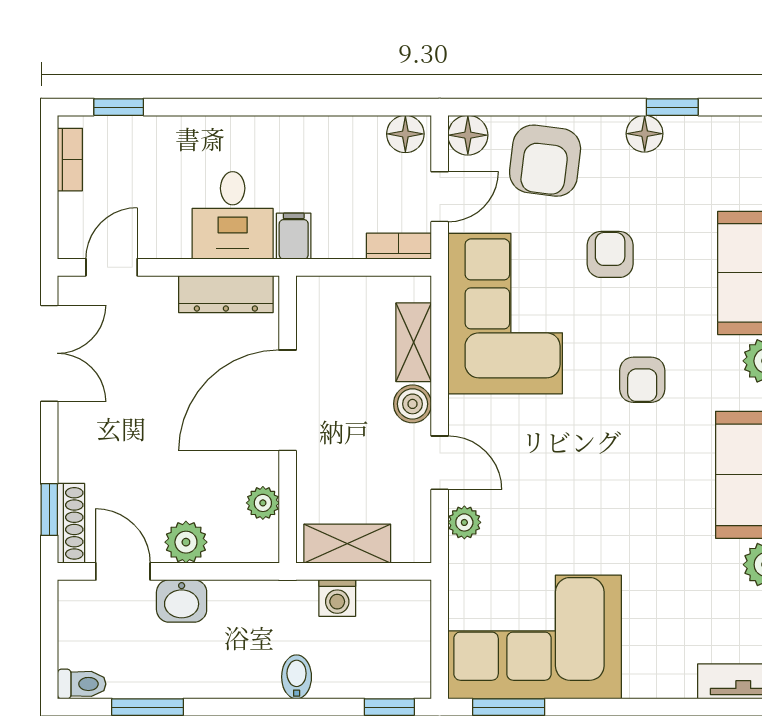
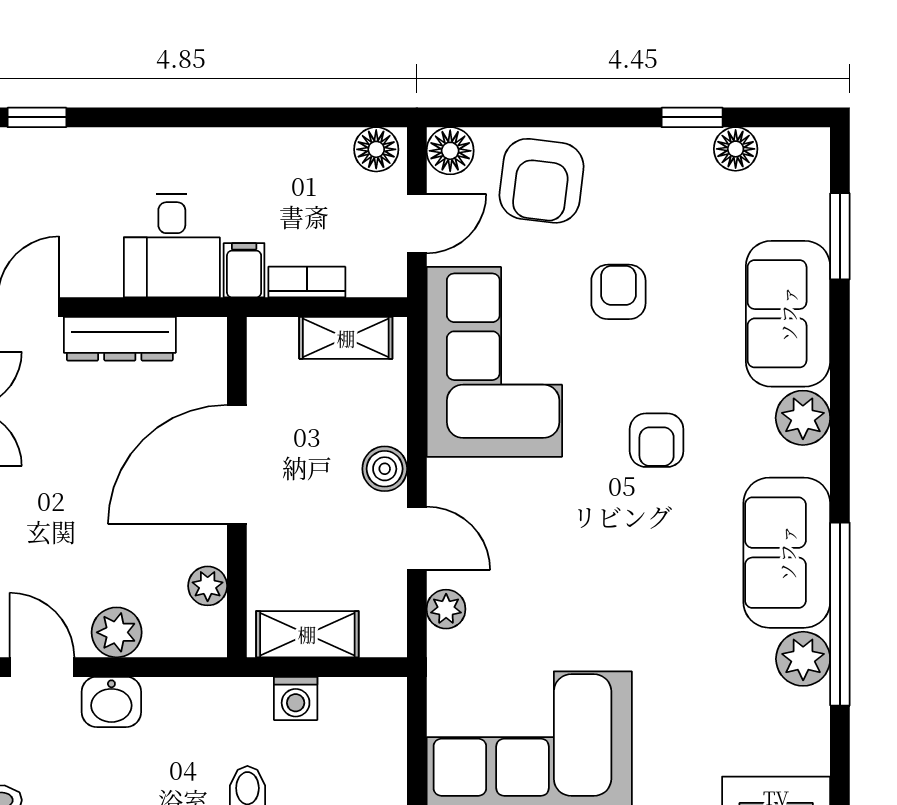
floor lamp: (645, 134) -> (736, 149), moved
bookcase: (399, 246) -> (307, 282), moved
dresser: (226, 294) -> (120, 339), moved
shelving: (414, 342) -> (346, 338), moved, turned 90

